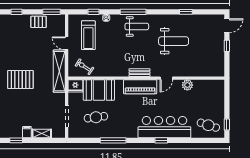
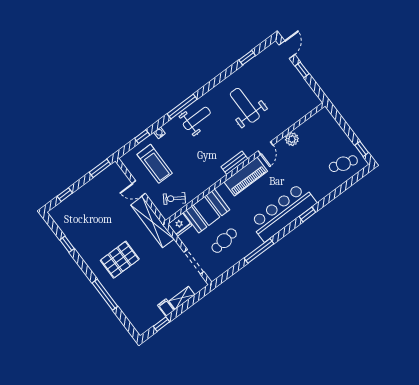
window: (186, 12) -> (247, 58), moved
pallet: (39, 22) -> (94, 188), removed
weight bench: (174, 41) -> (245, 105), turned -90
bar counter: (164, 127) -> (283, 212), moved

